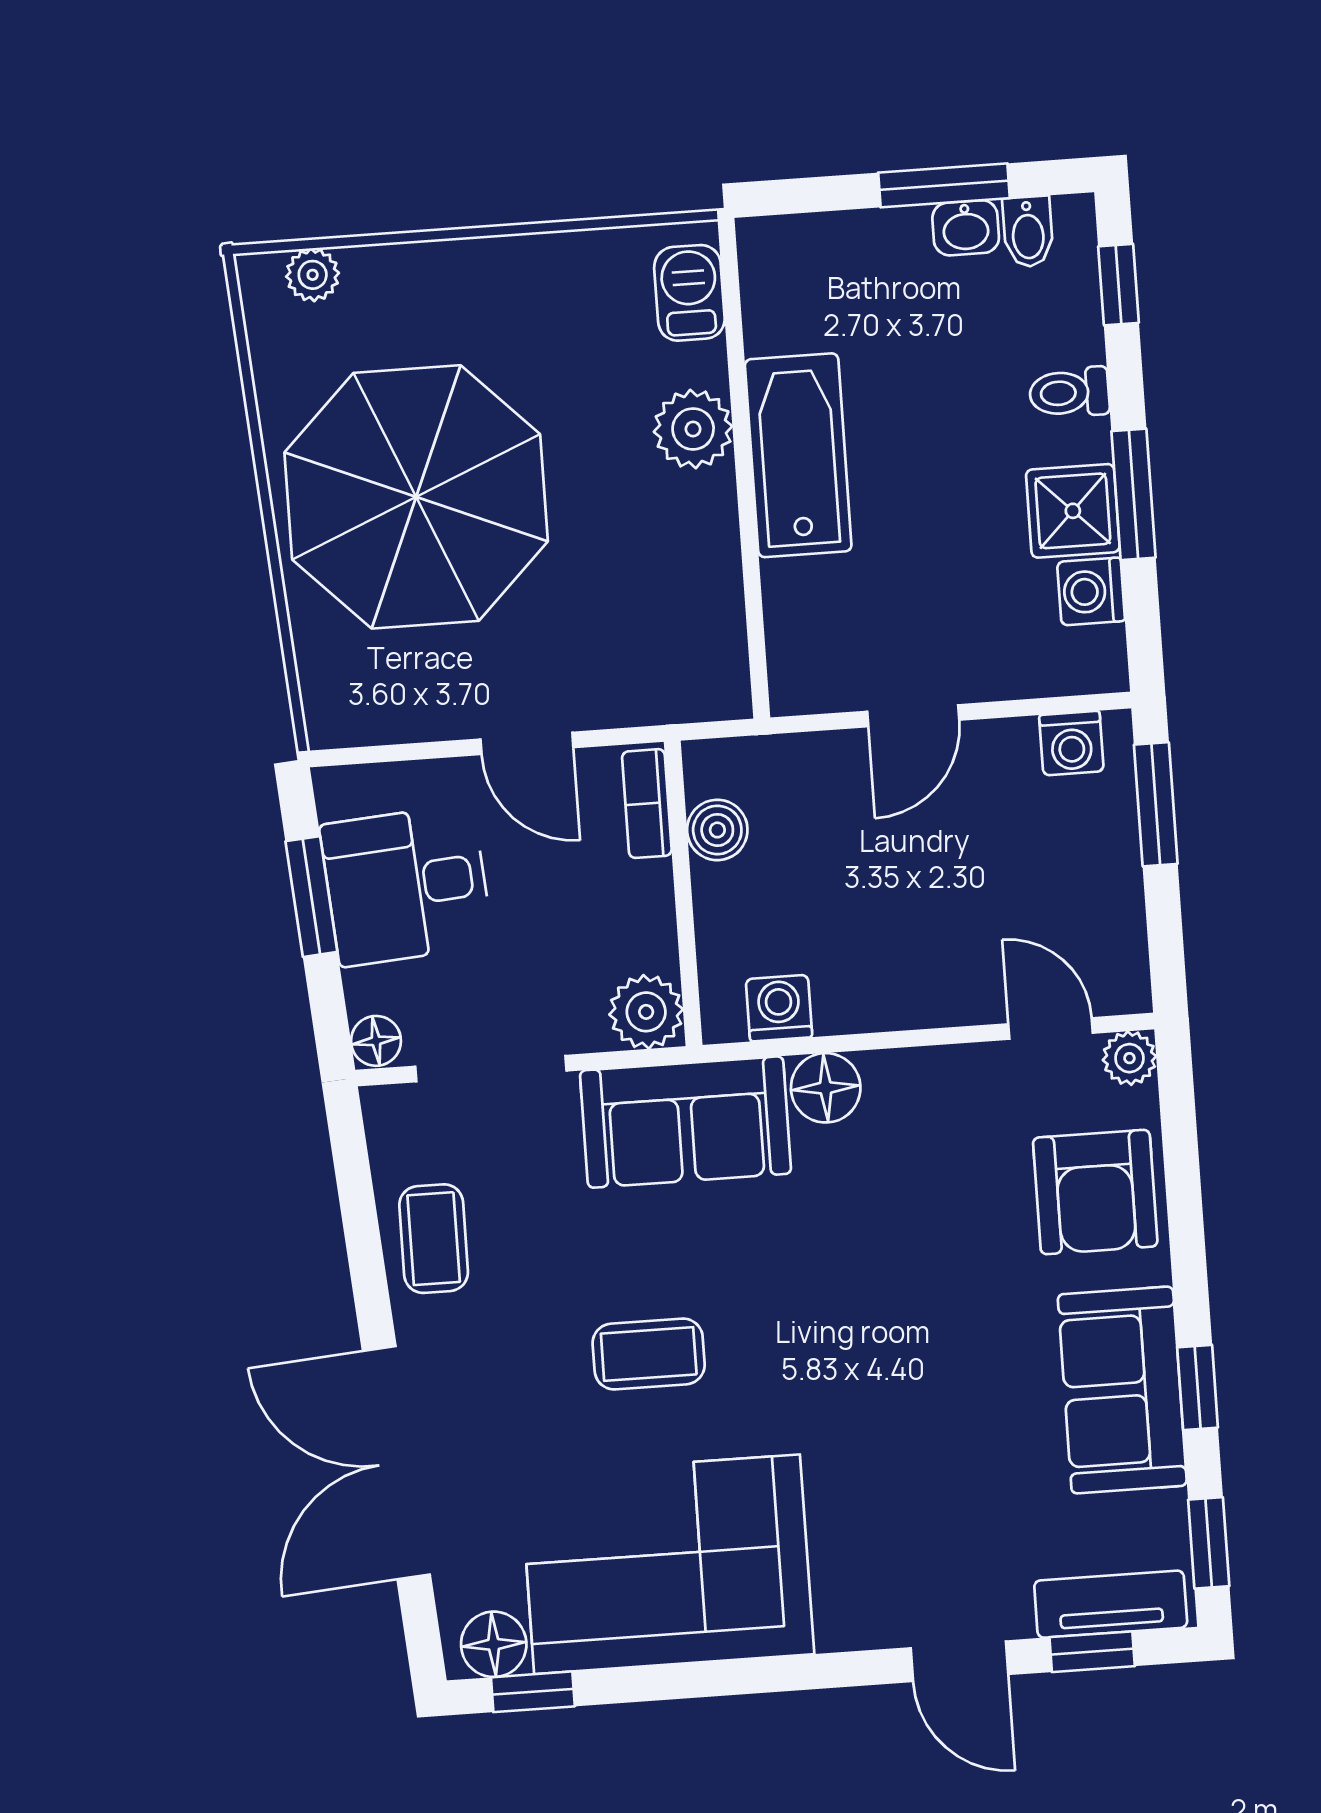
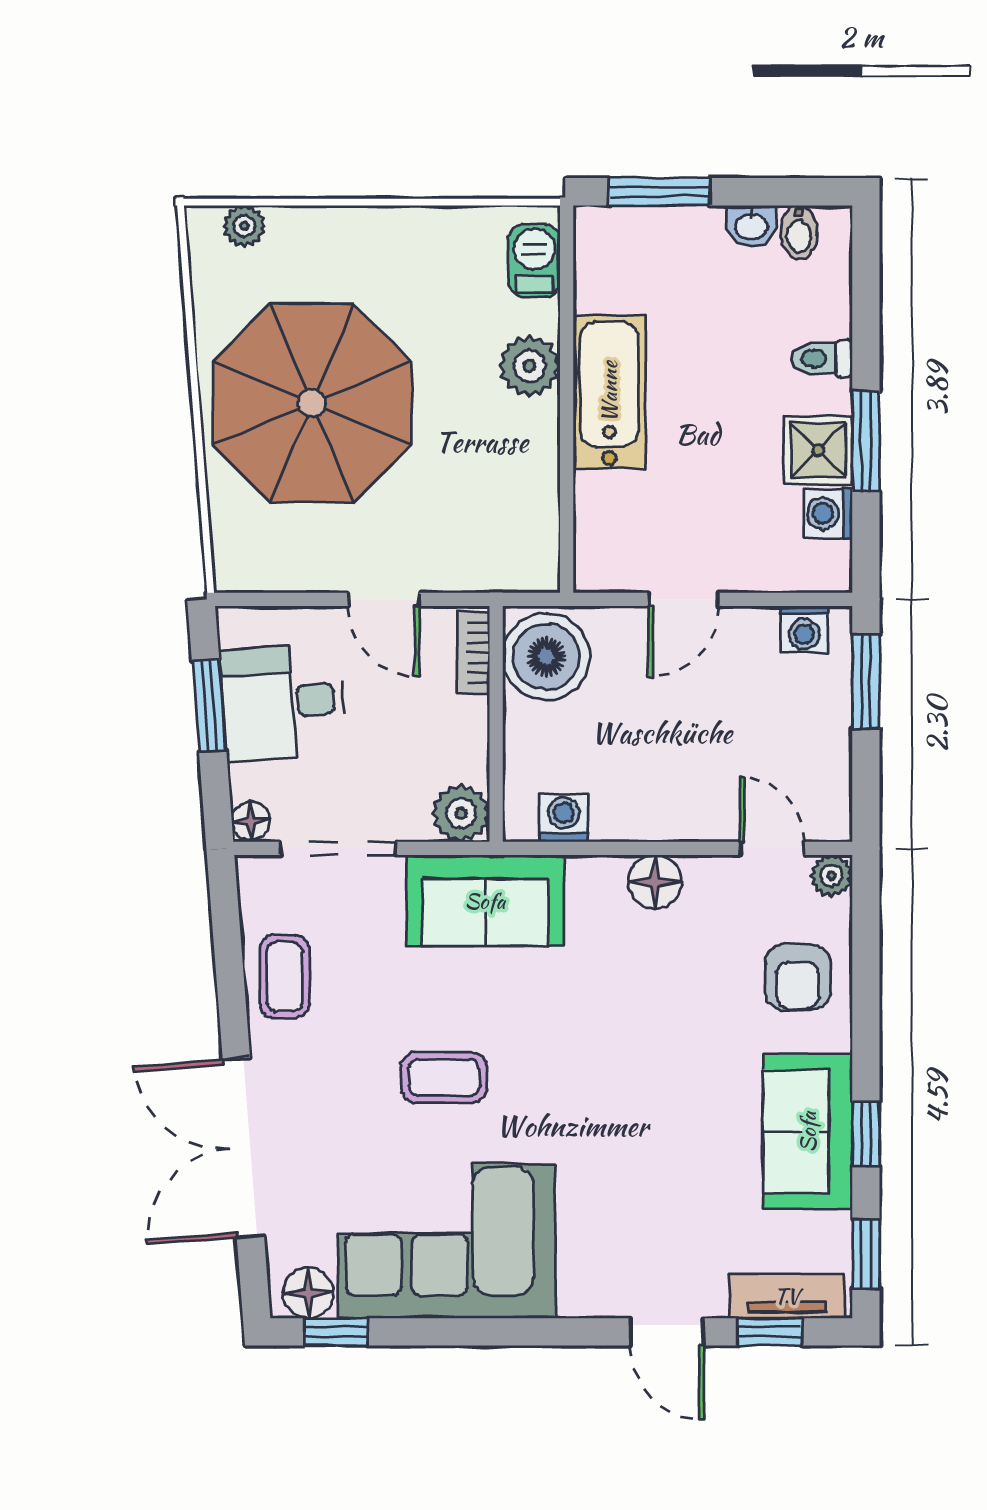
window: (944, 185) -> (659, 192), moved
window: (1118, 285) -> (866, 278), removed
boiler: (717, 830) -> (546, 657), width x1.86, depth x1.86
floor lamp: (826, 1088) -> (655, 882), moved
armchair: (1095, 1192) -> (798, 977), width x0.72, depth x0.72

